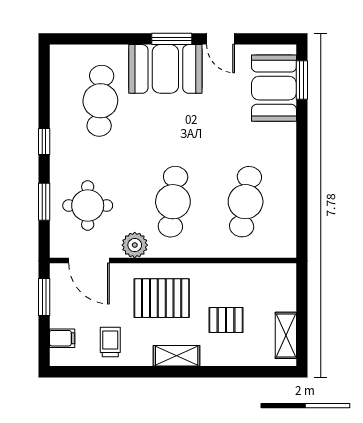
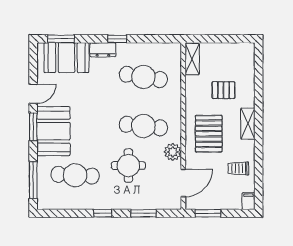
window: (93, 39) -> (33, 180), added
dresser: (286, 142) -> (103, 50), added
window: (302, 163) -> (117, 39), added
round table: (88, 206) -> (128, 166), moved
pallet: (226, 320) -> (223, 90), turned 90
shelving: (286, 335) -> (192, 59), moved, turned 90
filing cabinet: (62, 338) -> (248, 201), moved

